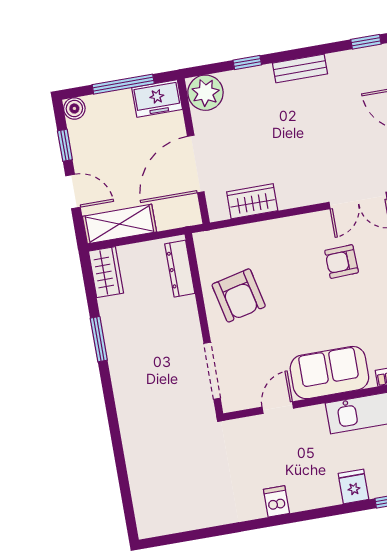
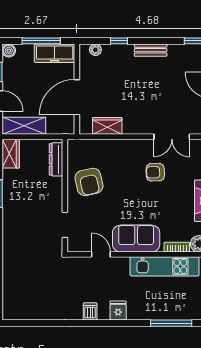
plant: (205, 93) -> (95, 50), width x0.53, depth x0.53
freezer: (157, 98) -> (55, 53), width x1.40
doorway: (212, 371) -> (65, 225), width x0.73
door: (278, 408) -> (101, 254), hinge flipped
fridge: (354, 486) -> (118, 311), moved

